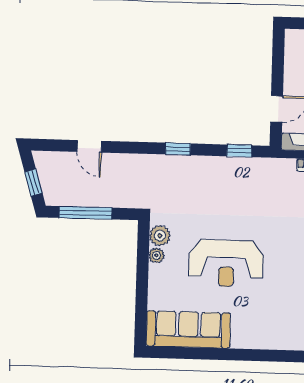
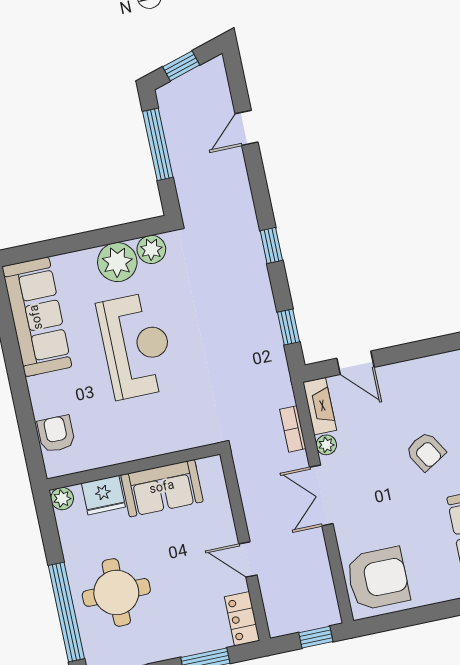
plant: (156, 255) -> (117, 262), width x1.88, depth x1.88
reception desk: (226, 263) -> (136, 346), turned 180
armchair: (276, 336) -> (56, 434), added

